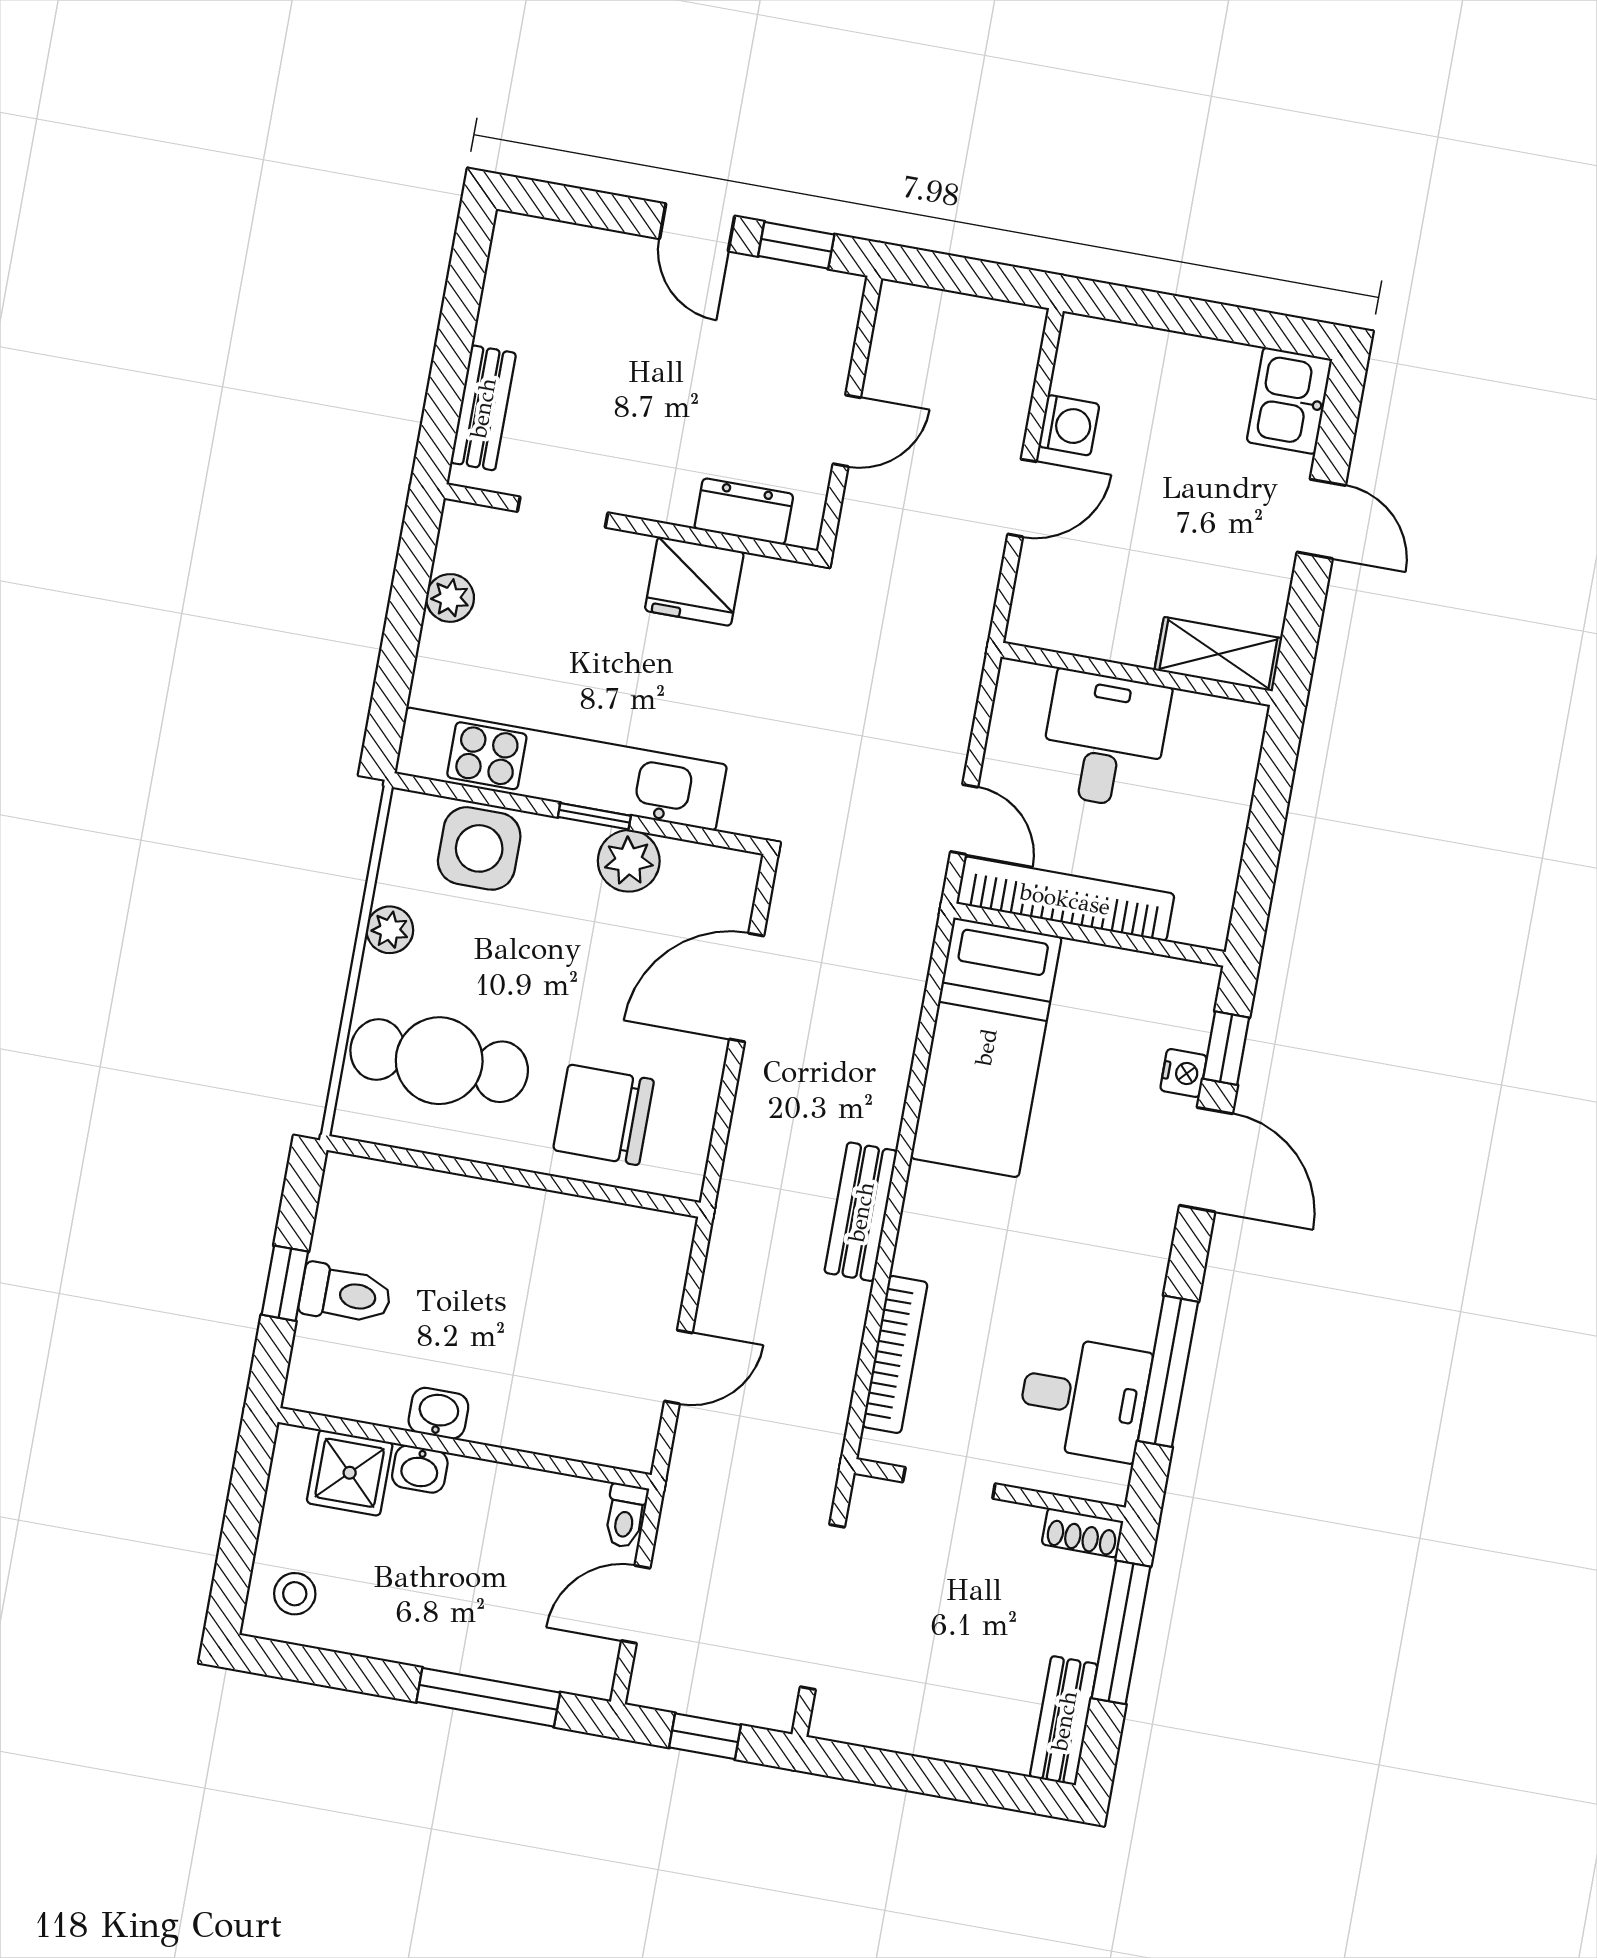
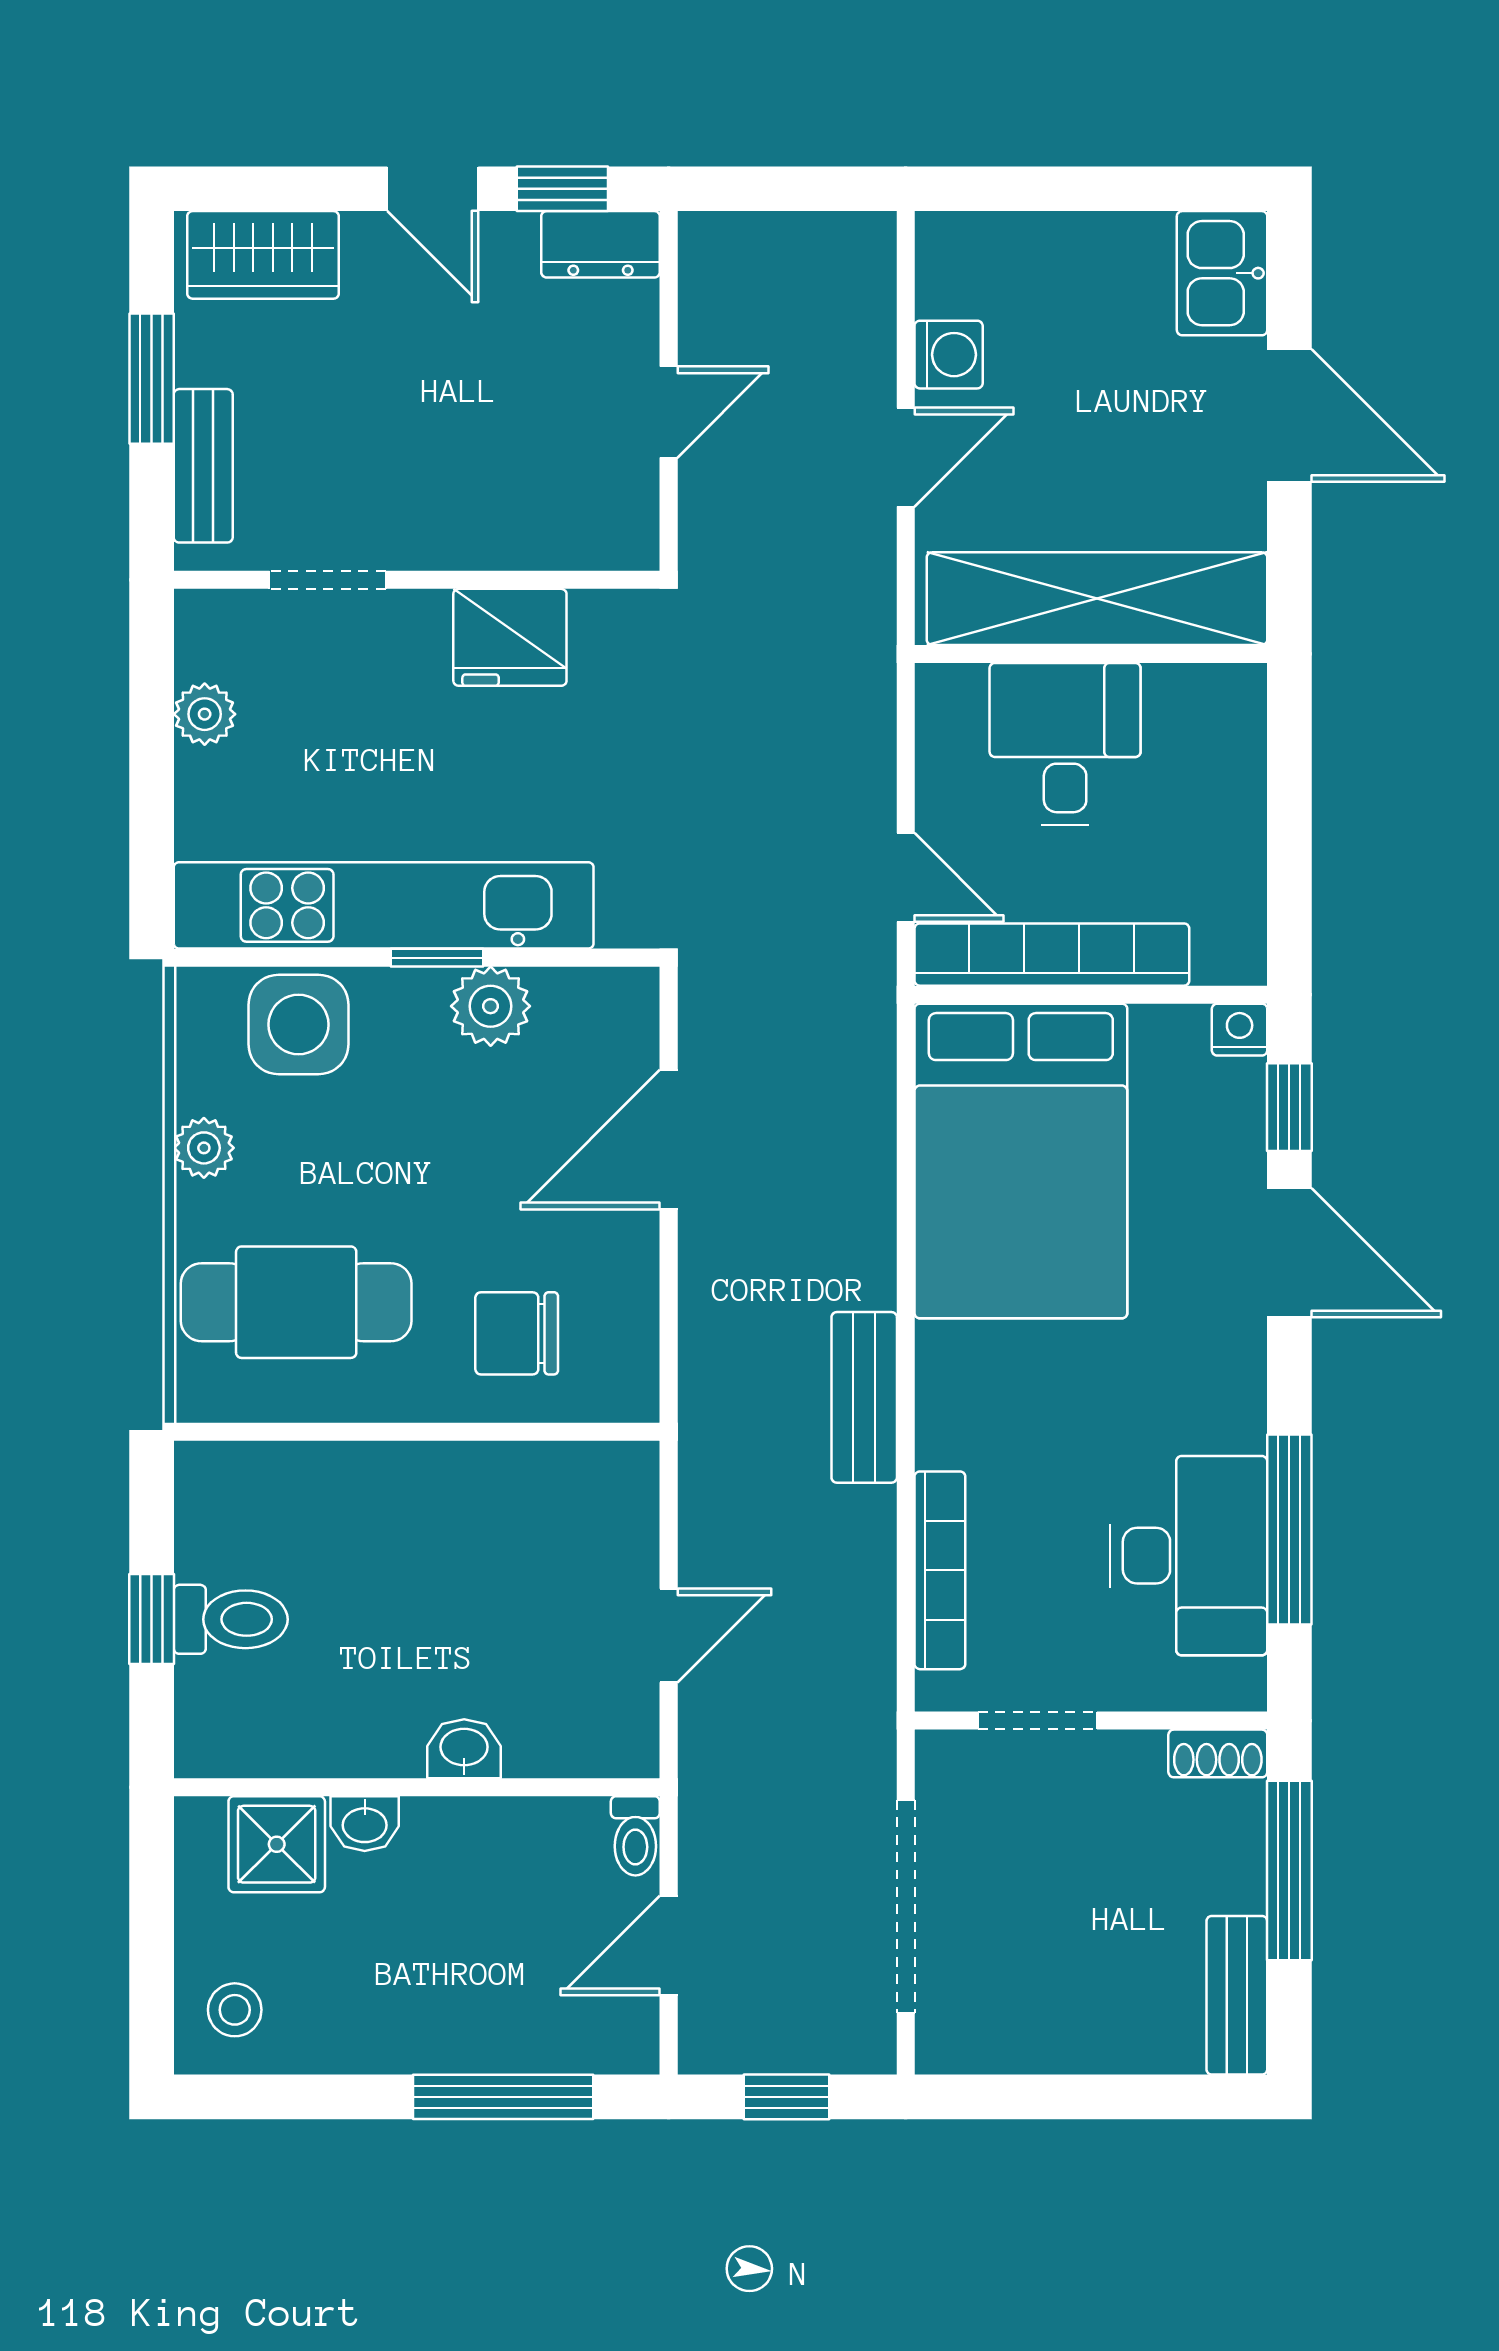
wardrobe: (558, 255) -> (263, 255), added
window: (456, 334) -> (152, 379), added
dresser: (744, 511) -> (601, 244), moved, turned 180
door: (1321, 519) -> (1289, 415), width x1.38
shelving: (1218, 654) -> (1097, 599), width x2.20, depth x1.33
bed: (986, 1047) -> (1021, 1161), width x1.50
nightstand: (1183, 1073) -> (1240, 1030), moved, turned -90
chair: (604, 1115) -> (517, 1333), width x0.73, depth x0.73
desk: (1084, 1398) -> (1189, 1556), width x1.37
washbasin: (438, 1413) -> (464, 1749), moved

